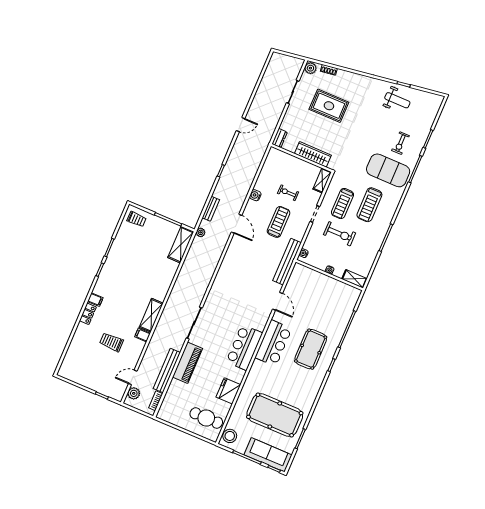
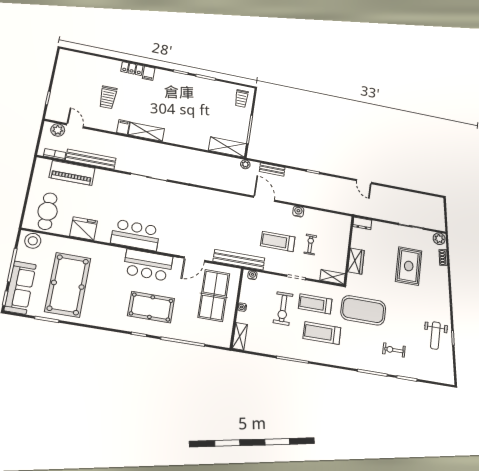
wardrobe: (313, 154) -> (356, 261), width x0.67
exercise mat: (388, 170) -> (363, 310), moved, turned 90
treadmill: (279, 222) -> (278, 241), turned 180
door: (237, 224) -> (264, 199), swing flipped
table tennis table: (313, 292) -> (214, 295), added
trolley: (111, 342) -> (108, 97), turned 180
piano: (187, 363) -> (72, 173), moved

